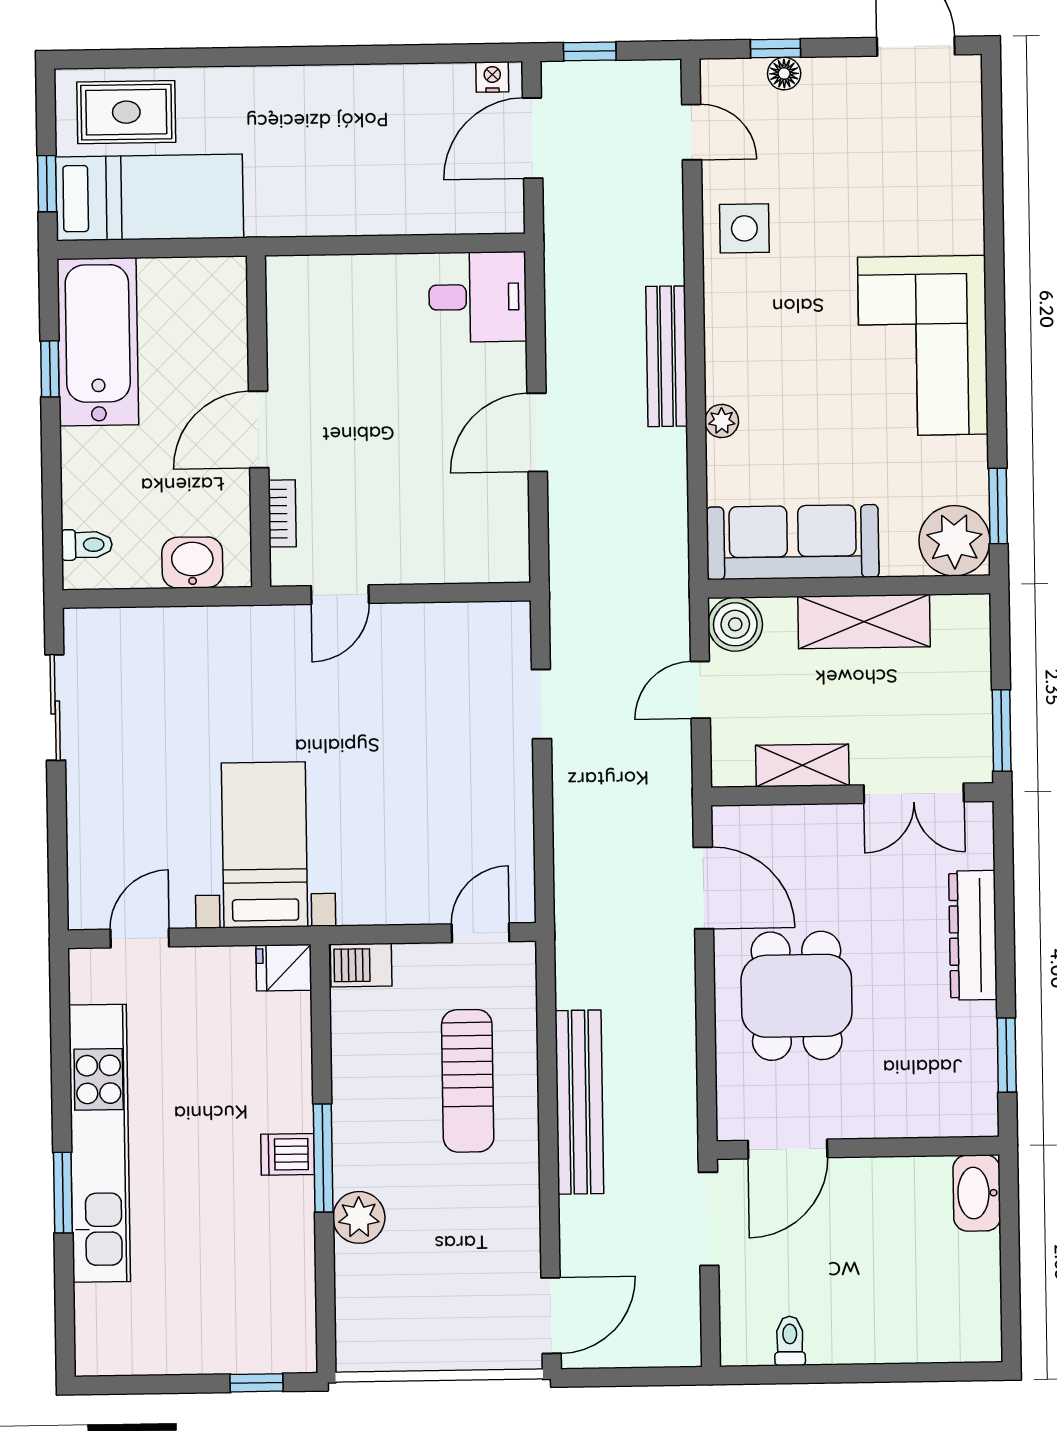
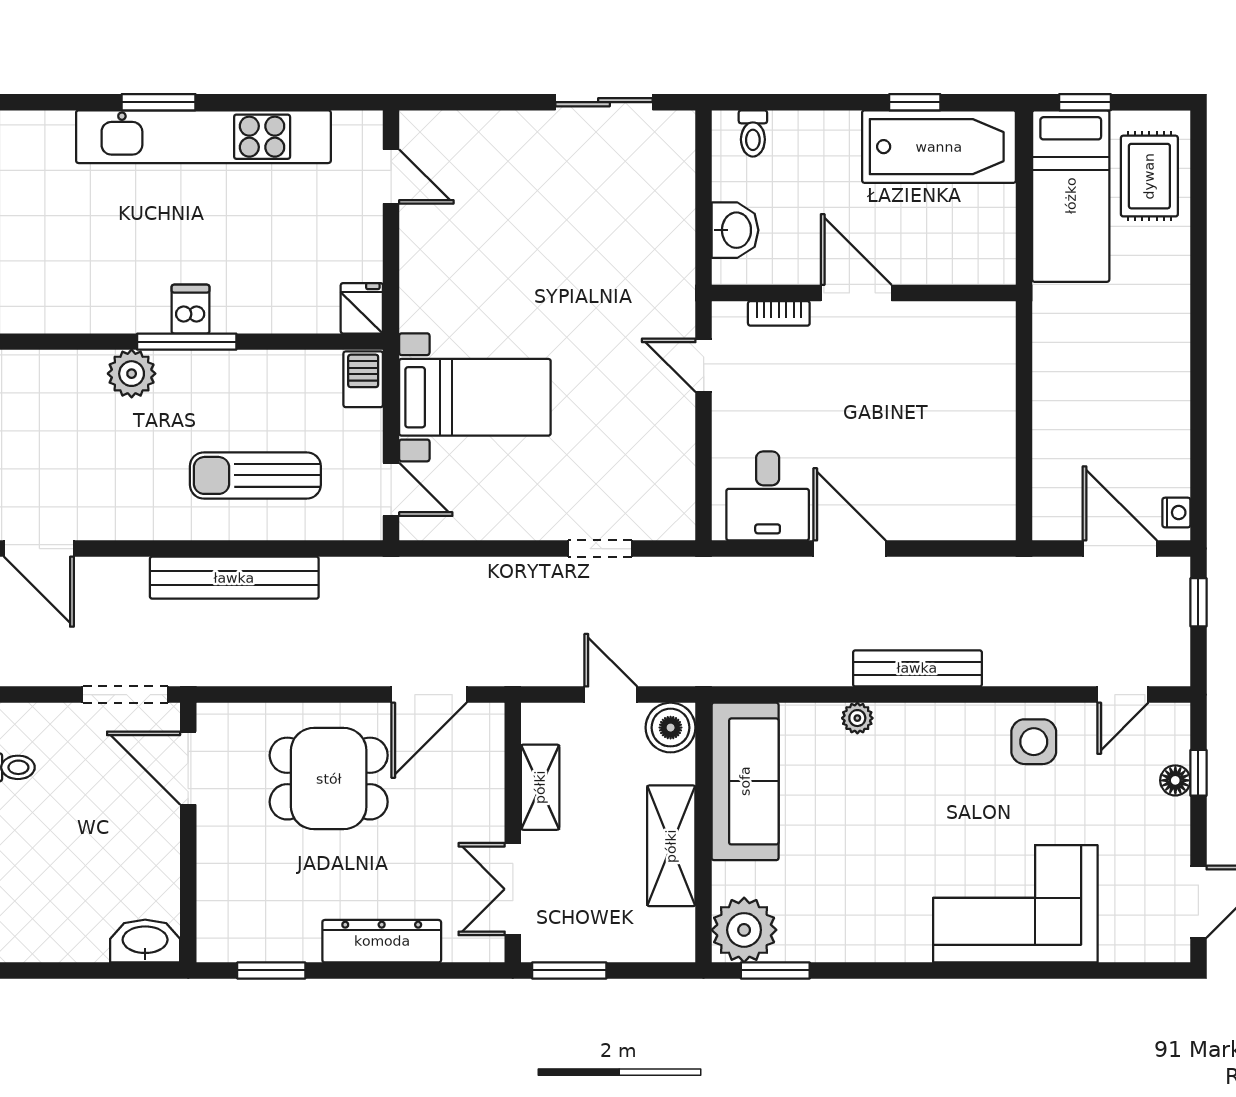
desk: (478, 297) -> (768, 496), moved
corner sofa: (923, 346) -> (1015, 904), moved
bed with nightstands: (265, 845) -> (475, 397), moved

